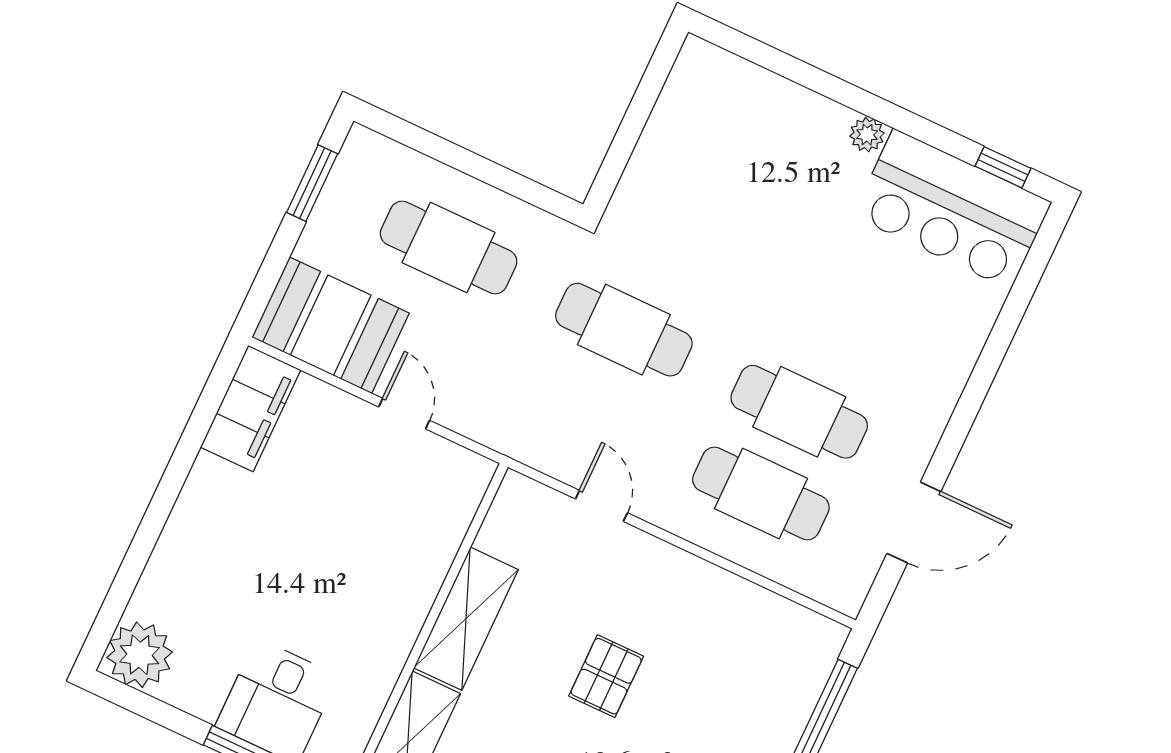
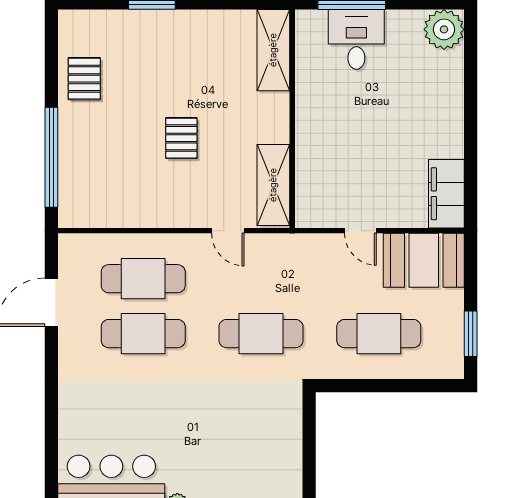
shelving: (466, 619) -> (273, 185), moved

